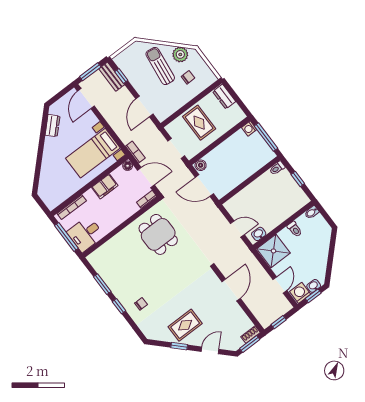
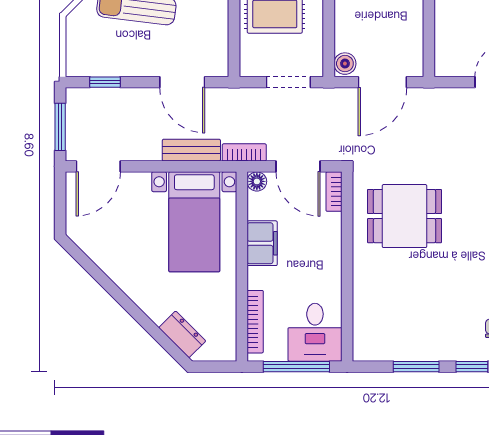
bench: (112, 77) -> (191, 150), moved
door: (86, 99) -> (98, 166), hinge flipped
dresser: (53, 126) -> (182, 334), moved
door: (146, 178) -> (298, 166), swing flipped

